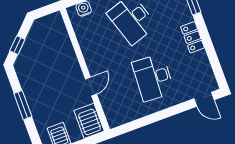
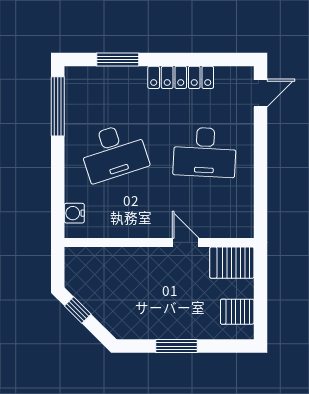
locker: (193, 37) -> (181, 77), width x1.53
window: (17, 45) -> (78, 310), moved

